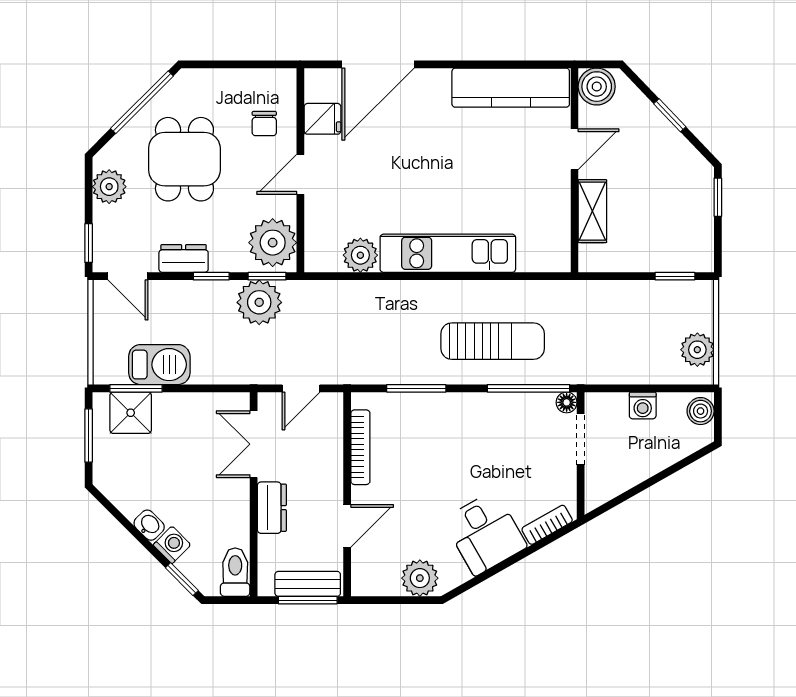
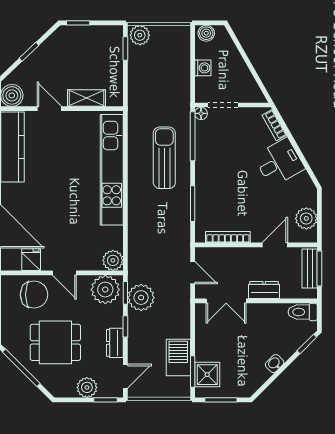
chair: (264, 124) -> (34, 295), width x1.87, depth x1.87
plant: (109, 187) -> (87, 387), moved
kitchen unit: (448, 253) -> (112, 170), width x1.36
plant: (360, 255) -> (113, 260), moved
plant: (697, 350) -> (140, 35), moved
door: (347, 526) -> (275, 245), hinge flipped
washing machine: (172, 545) -> (286, 350), removed
plant: (420, 578) -> (306, 218), moved

